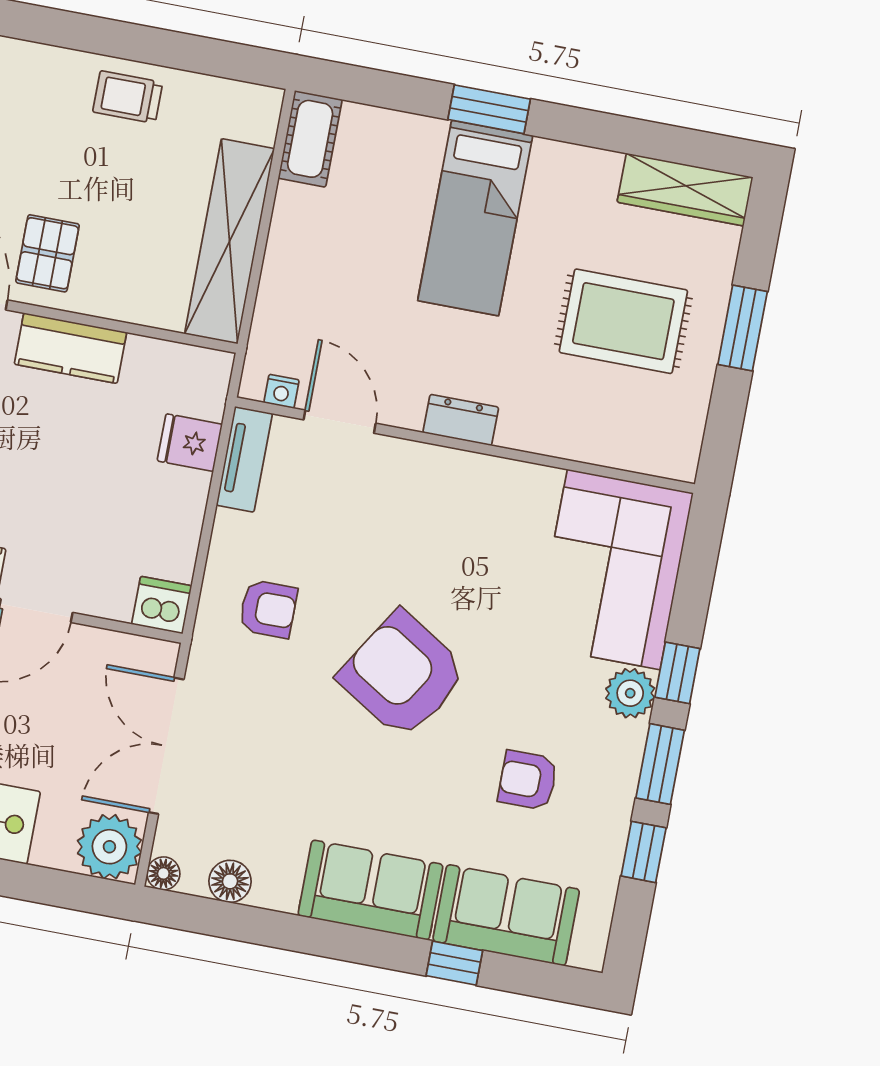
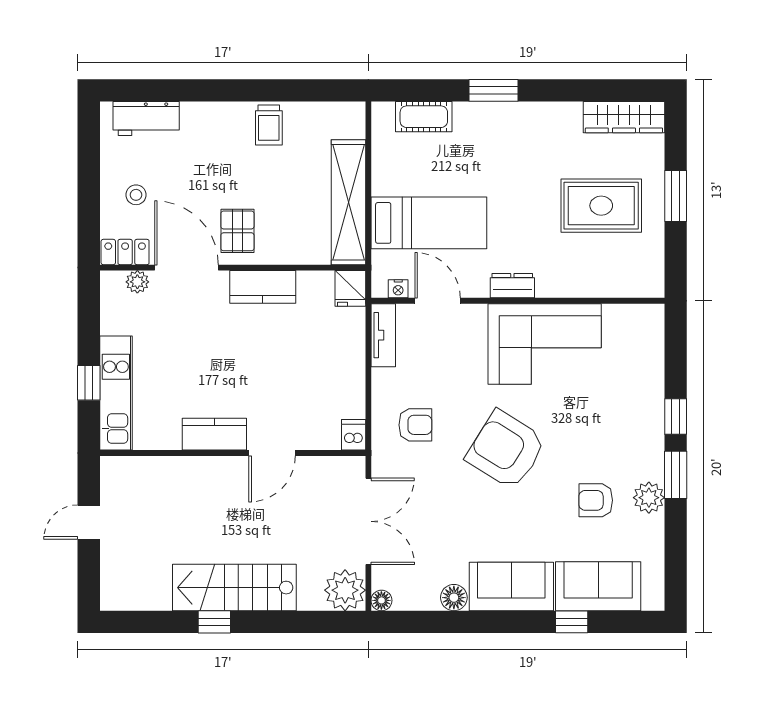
trolley: (128, 97) -> (269, 125), turned -90
cot: (310, 139) -> (424, 117), moved, turned 90
bed: (475, 218) -> (429, 223), moved, turned -90
fridge: (190, 443) -> (350, 288), moved, turned -90
corner sofa: (614, 569) -> (545, 344), moved, turned -90
dishwasher: (162, 605) -> (354, 435), width x0.73
plant: (630, 693) -> (649, 498), moved
double door: (166, 746) -> (368, 521), swing flipped
window: (644, 852) -> (676, 531), removed
floor lamp: (230, 881) -> (454, 598), moved

